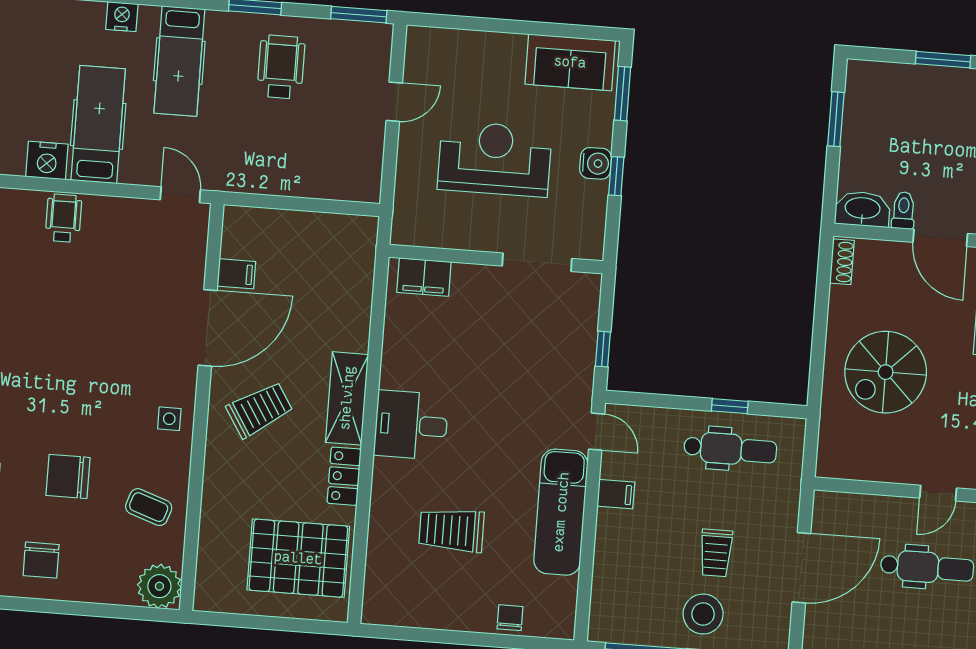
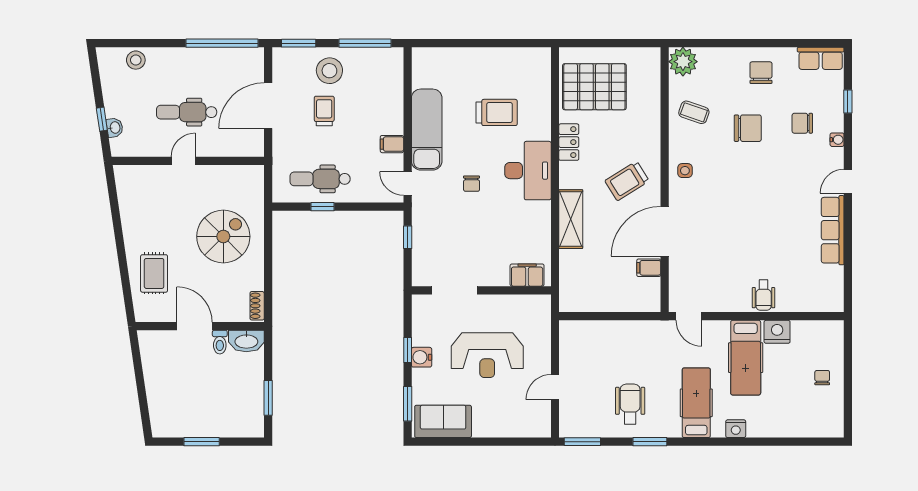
wheelchair: (281, 67) -> (630, 404), turned 180
shelving: (347, 398) -> (571, 219), moved
desk: (411, 425) -> (528, 171), width x1.37
chair: (510, 618) -> (472, 184), moved

